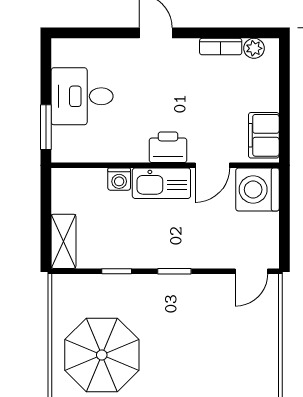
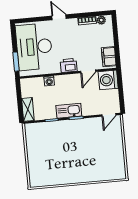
desk: (82, 96) -> (34, 47), width x1.87, depth x1.30
kitchen sink: (161, 183) -> (69, 111), moved, turned 180
parasol: (102, 355) -> (49, 156), removed

